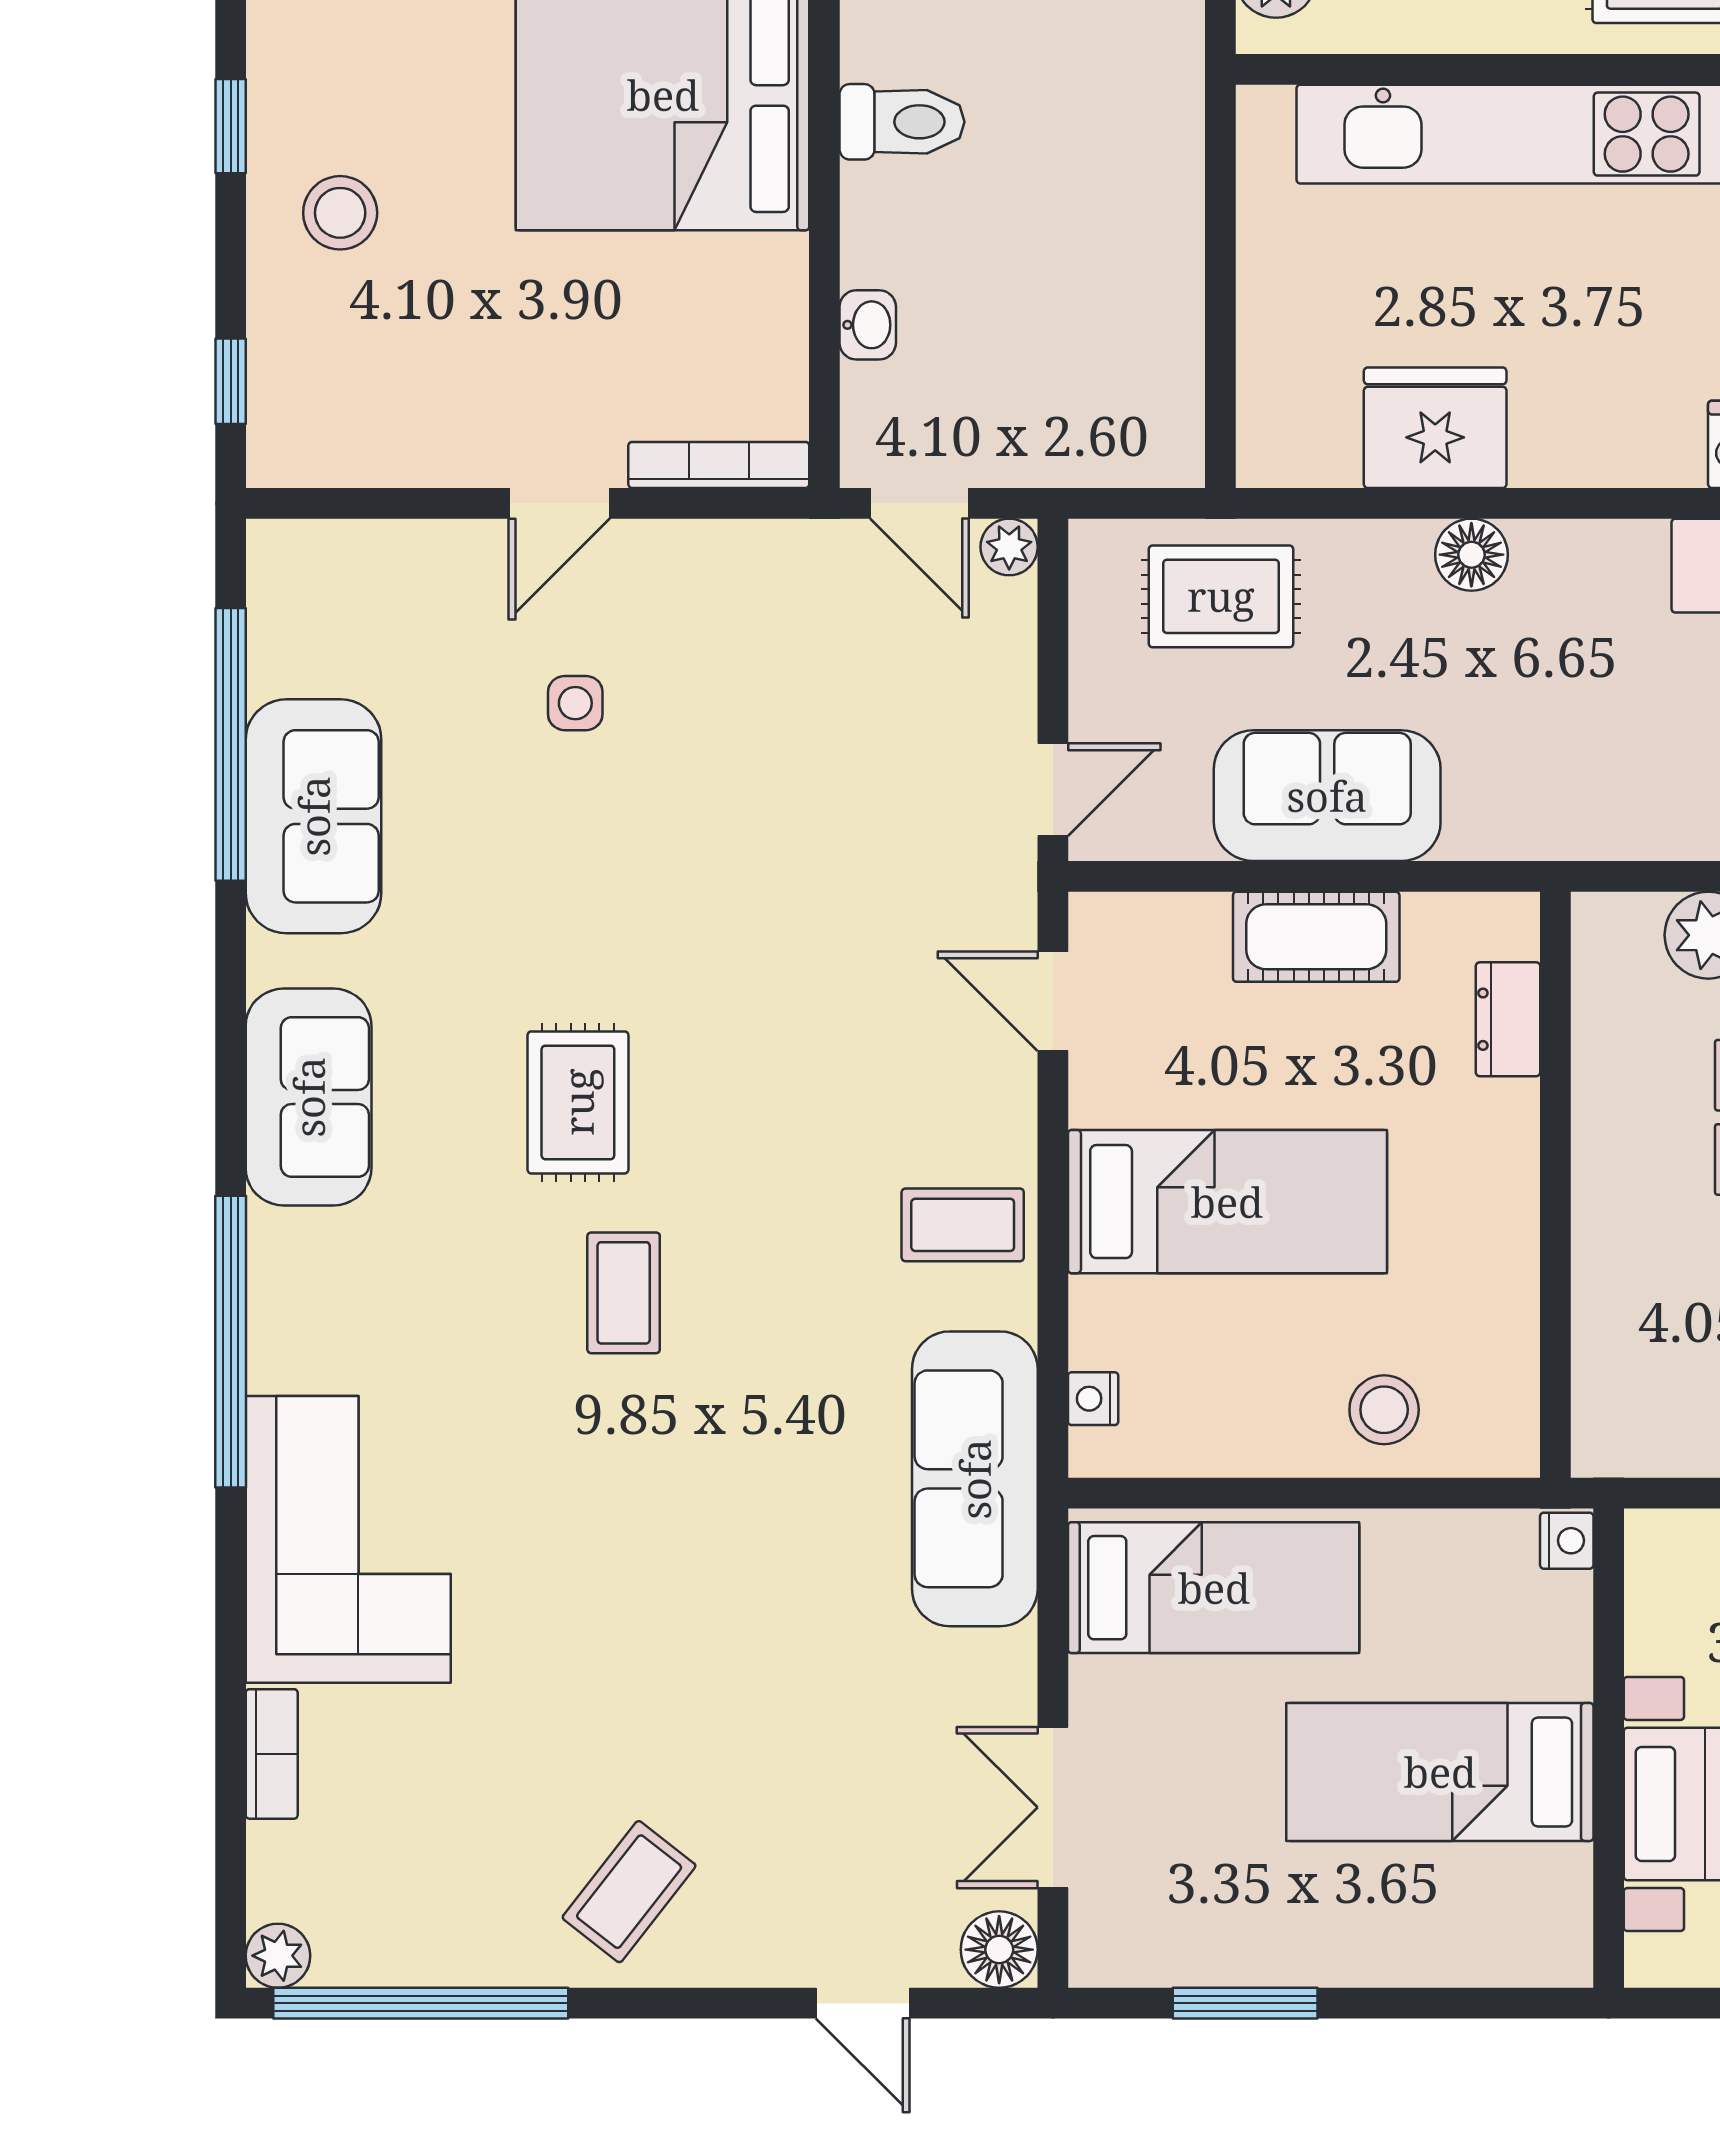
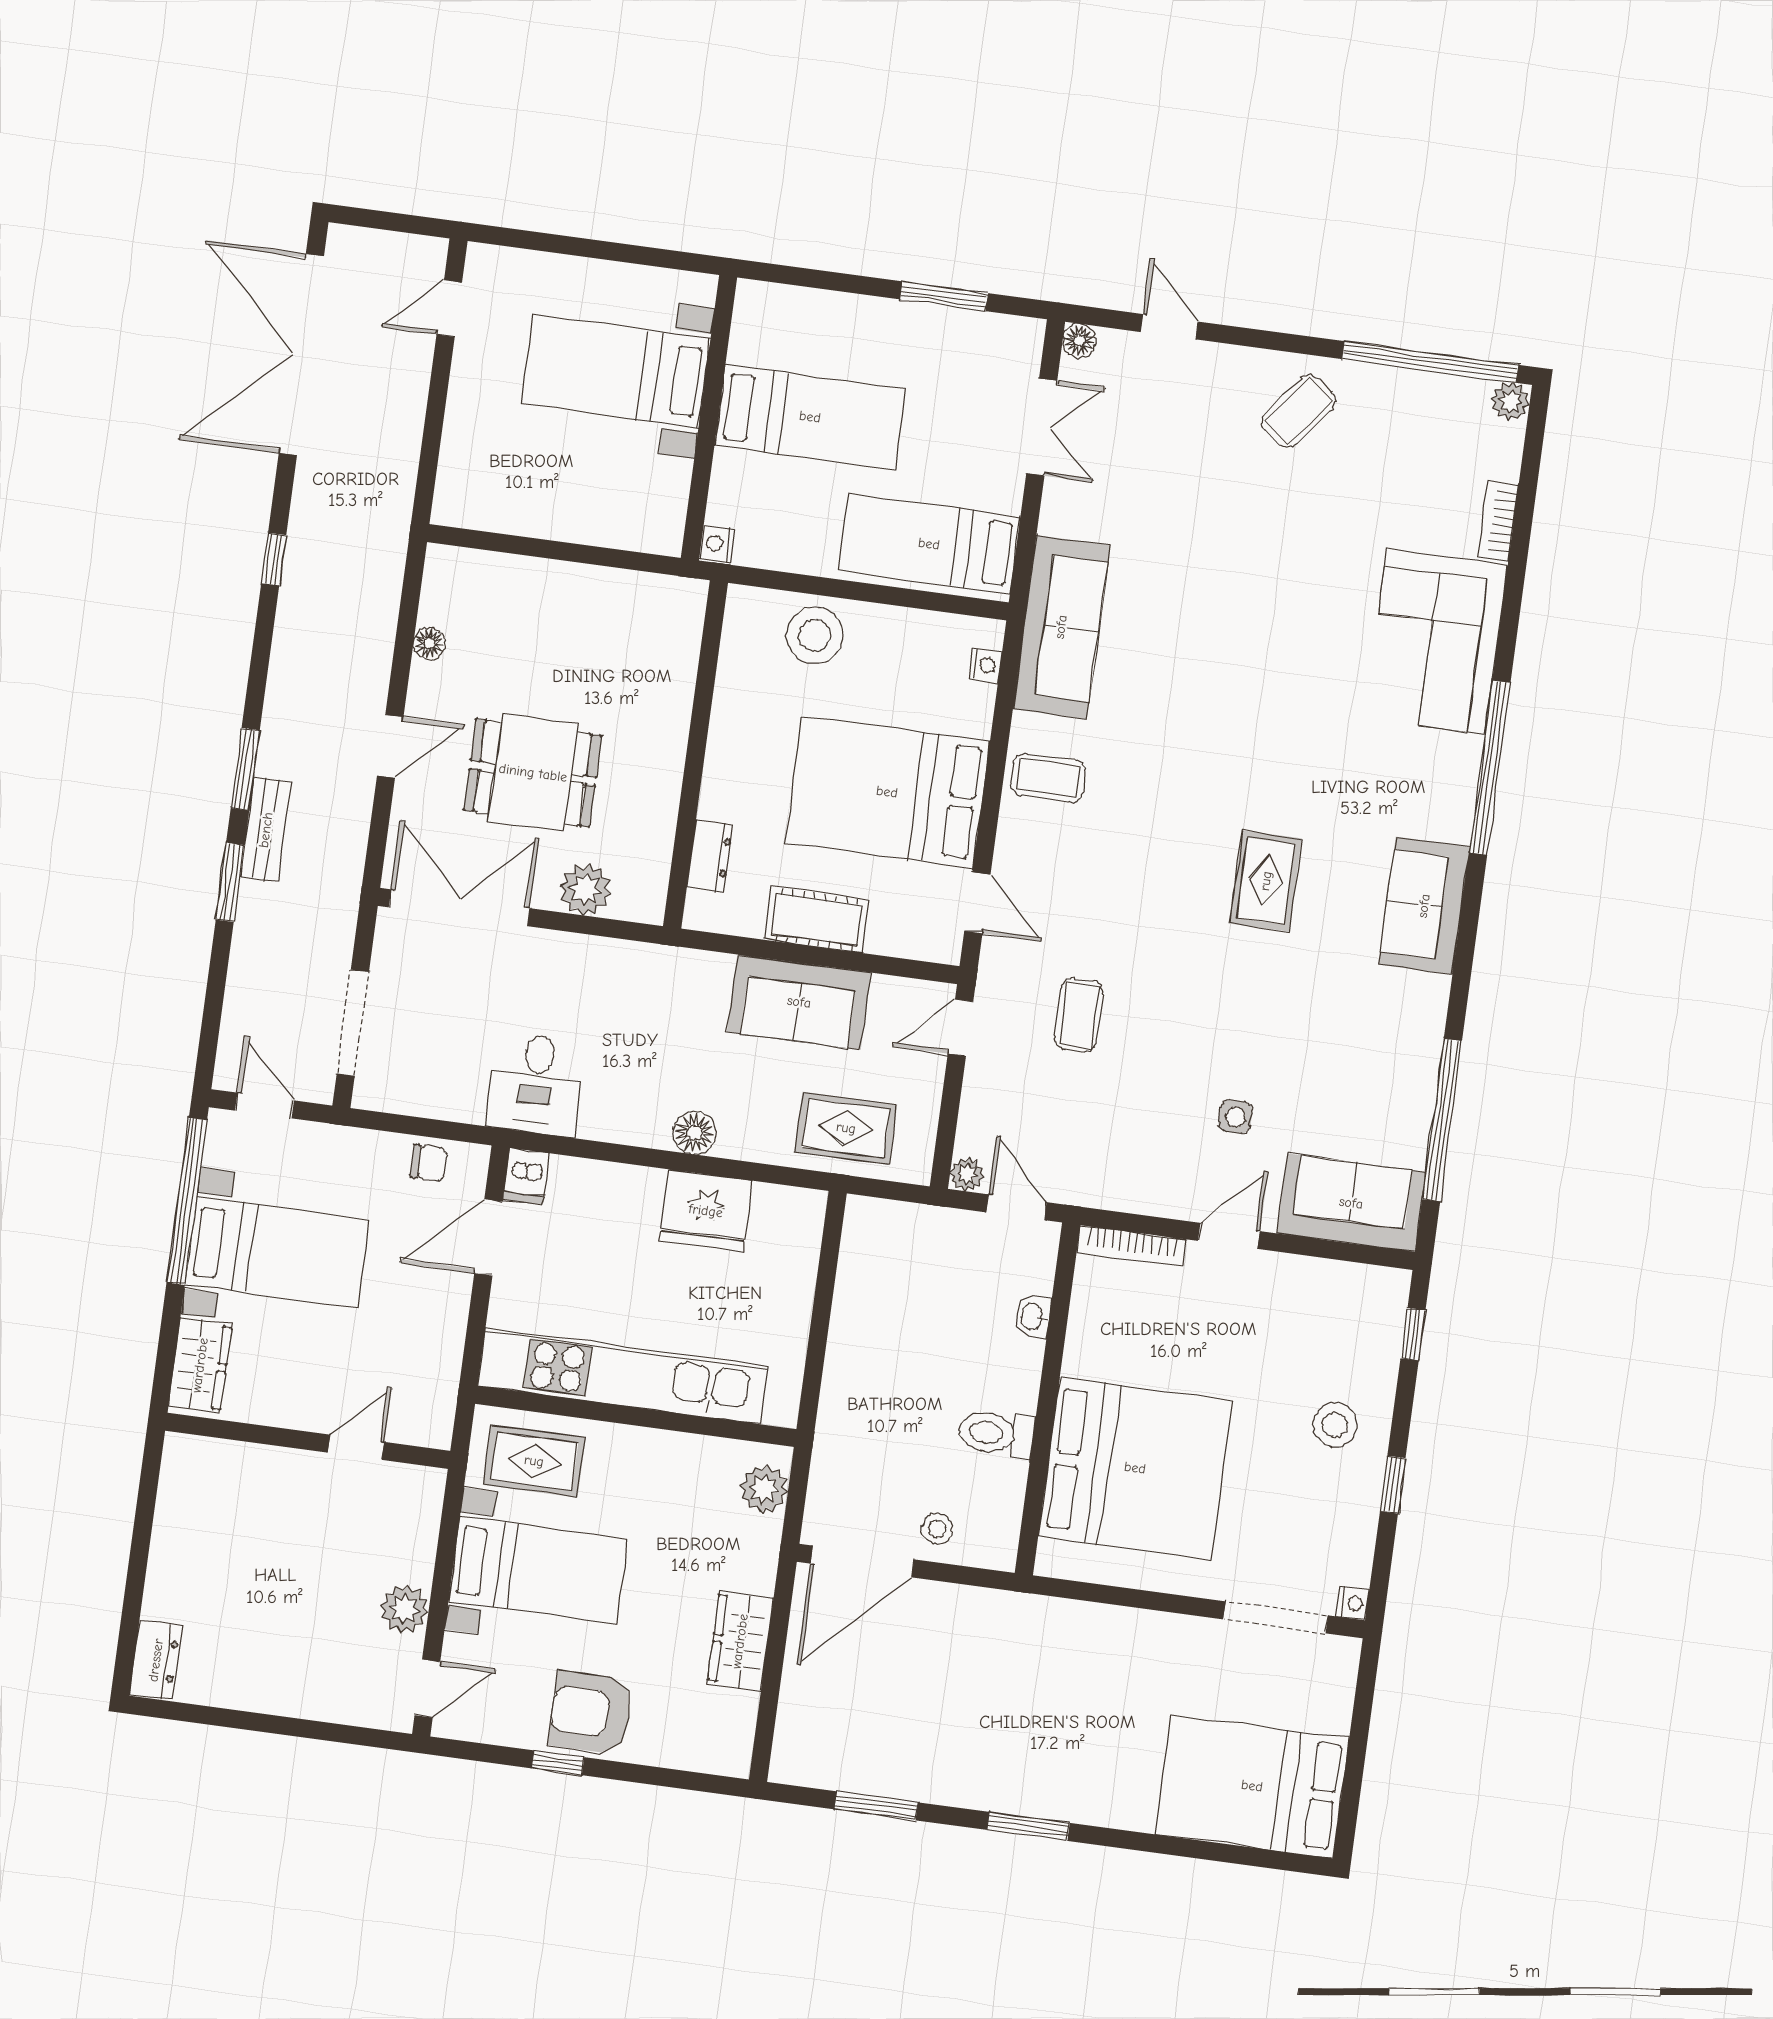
sofa: (314, 816) -> (1351, 1203), moved, turned 90
bed: (1227, 1202) -> (887, 792), width x1.50
coffee table: (624, 1293) -> (1079, 1015), moved
stool: (1384, 1410) -> (814, 635), width x1.38, depth x1.38
floor lamp: (999, 1950) -> (1079, 341), width x0.73, depth x0.73

